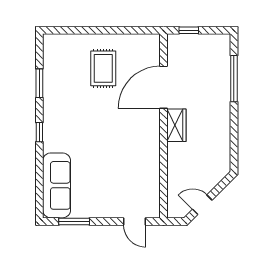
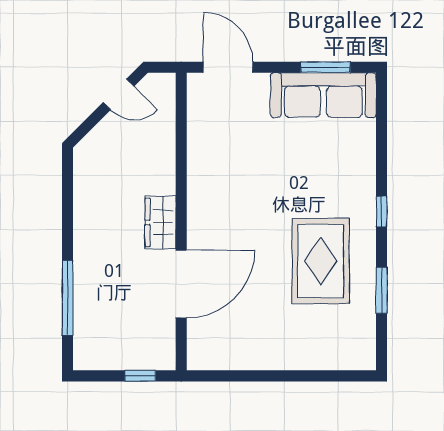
rug: (103, 68) -> (321, 261), moved, width x1.36, depth x1.43
sofa: (57, 185) -> (323, 95), moved, turned -90
door: (135, 221) -> (228, 67), width x1.38

